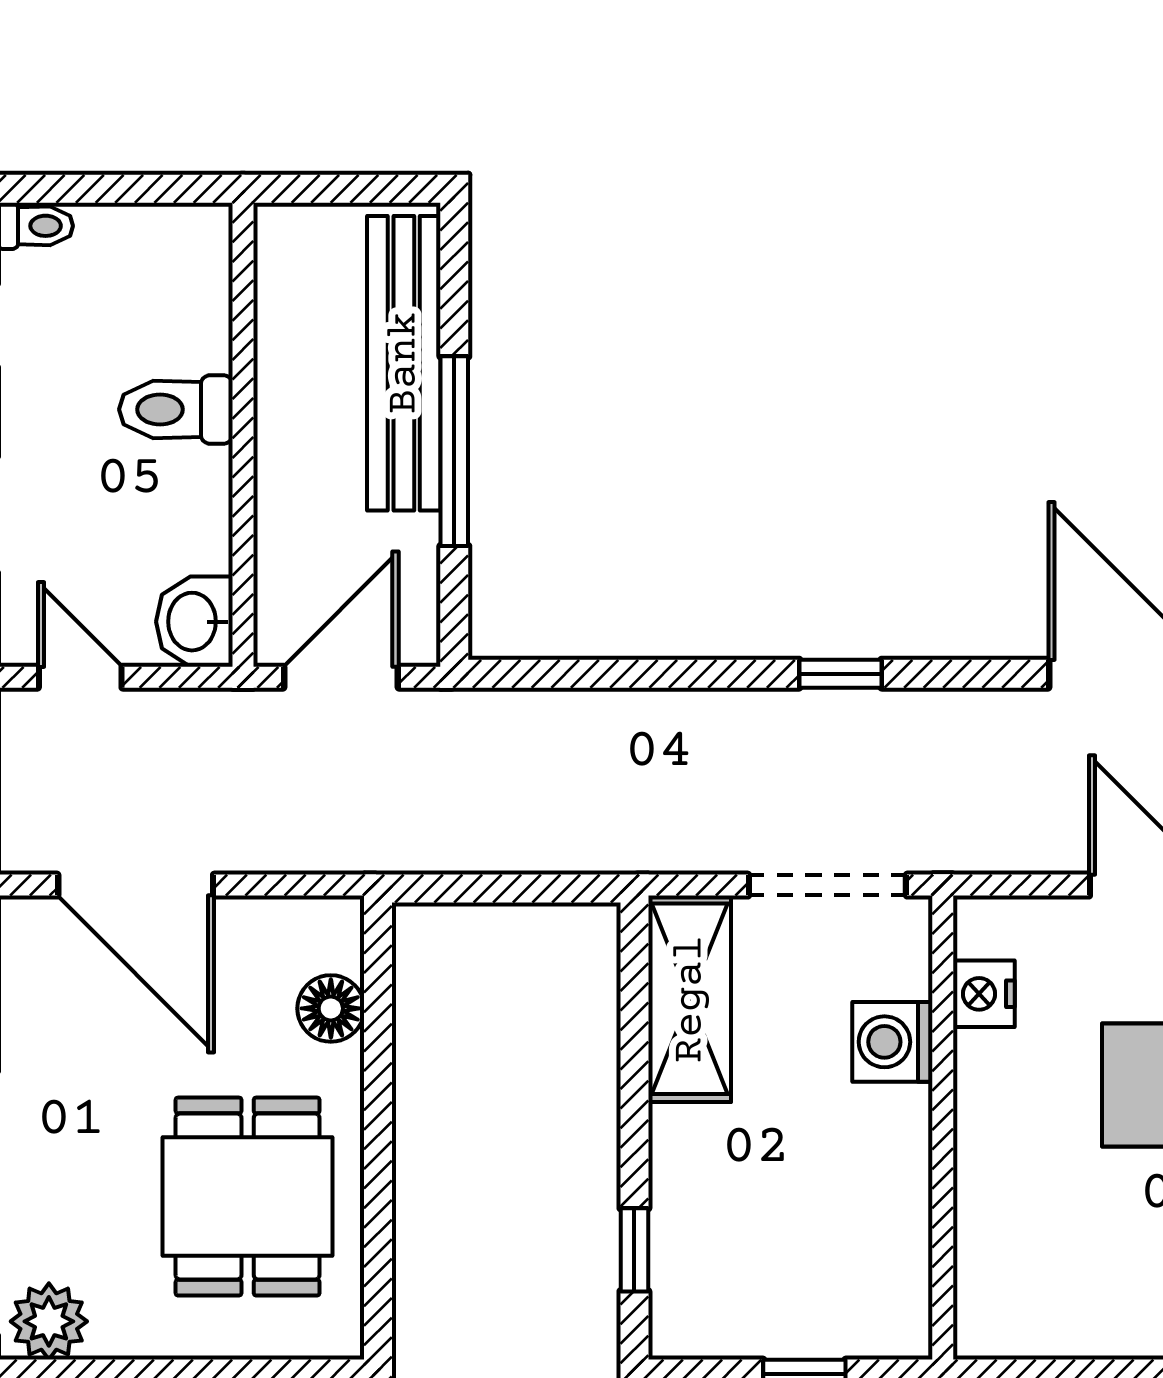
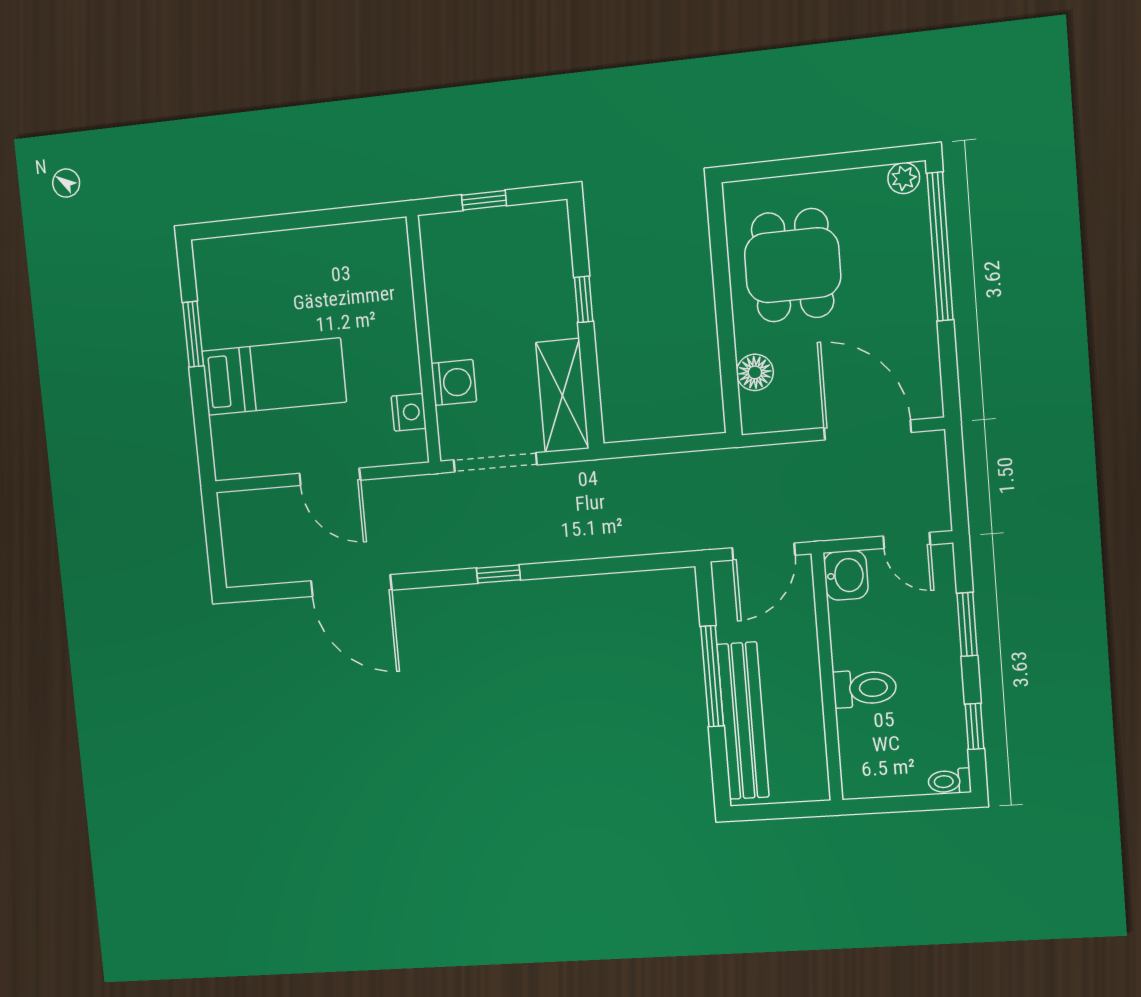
window: (634, 1250) -> (584, 299), moved
plant: (49, 1321) -> (904, 178), width x0.73, depth x0.73

